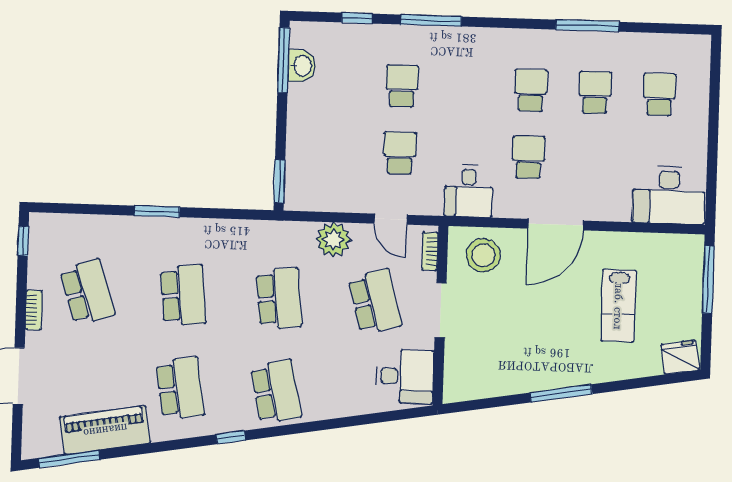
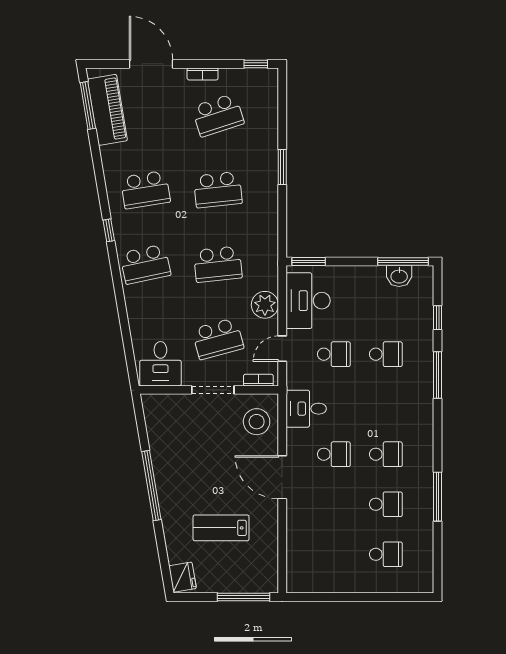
desk: (669, 195) -> (308, 301), moved
window: (561, 393) -> (151, 486), width x1.46
piano: (105, 430) -> (107, 110), moved

